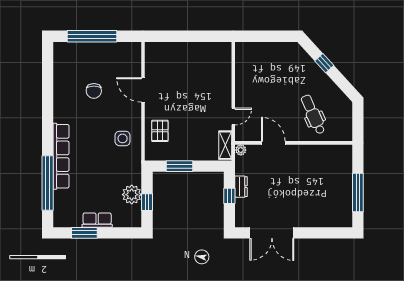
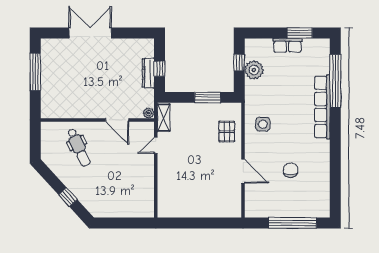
dresser: (241, 187) -> (148, 73), width x1.44
double door: (272, 233) -> (90, 33), moved

